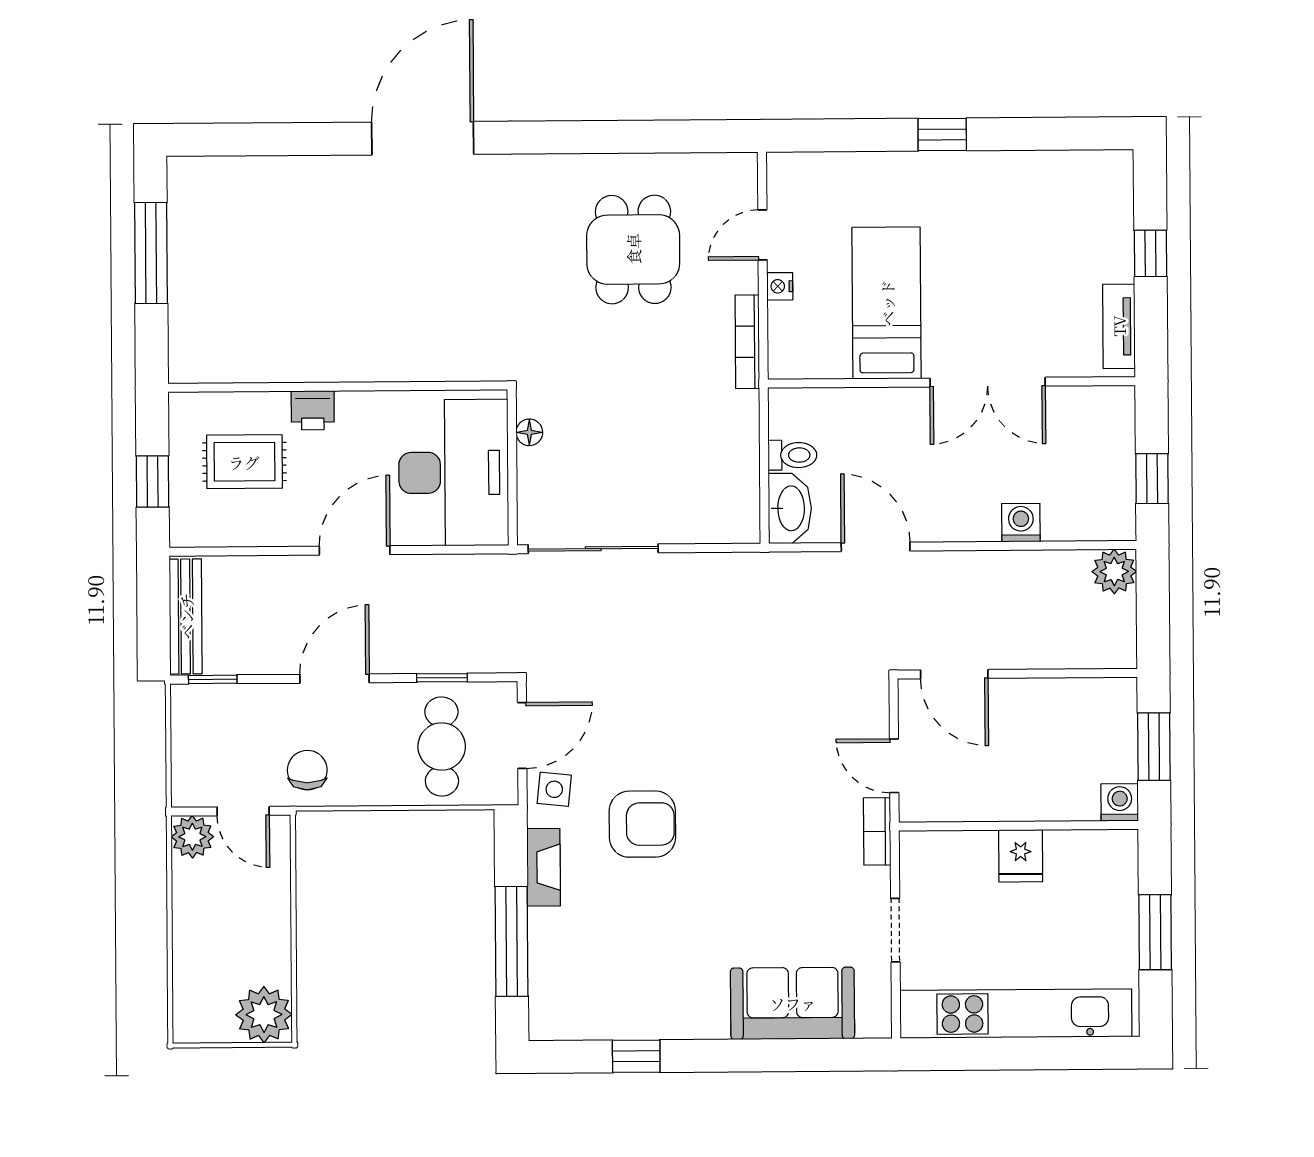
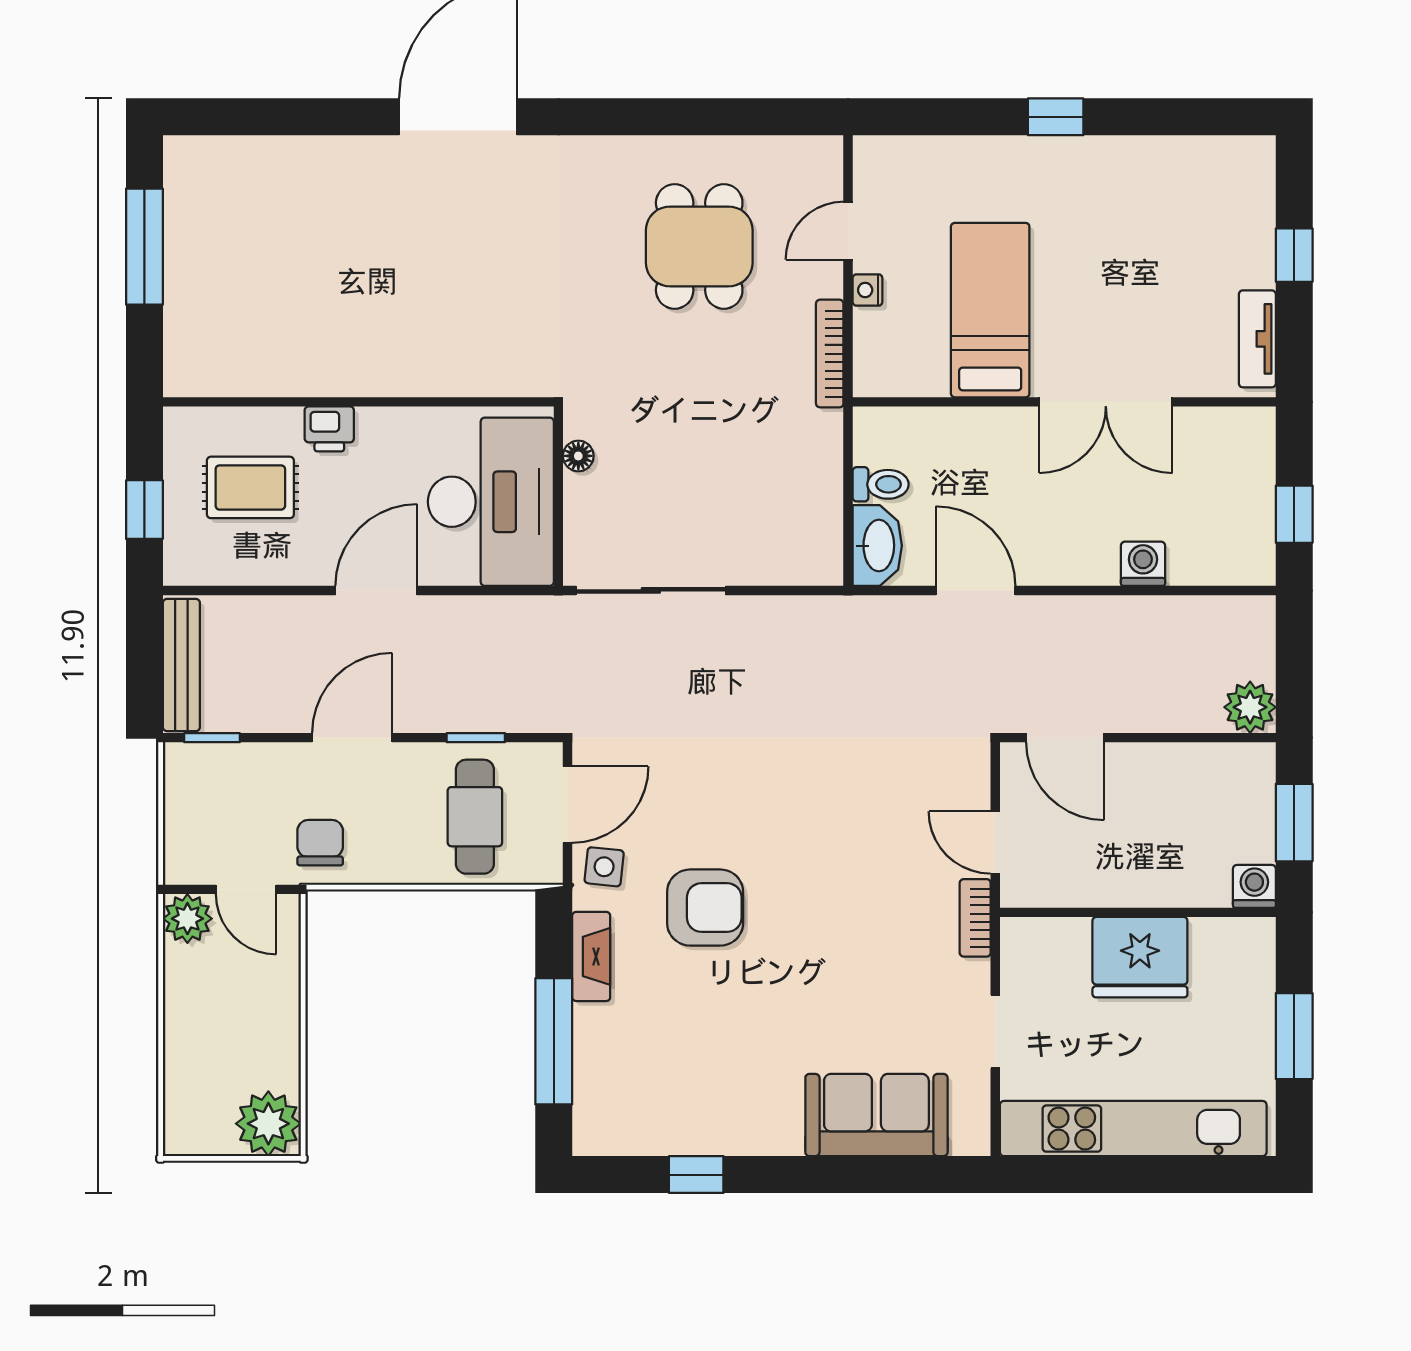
plant: (1114, 572) -> (1250, 707), moved
fridge: (1021, 856) -> (1140, 957), width x1.88, depth x1.34

